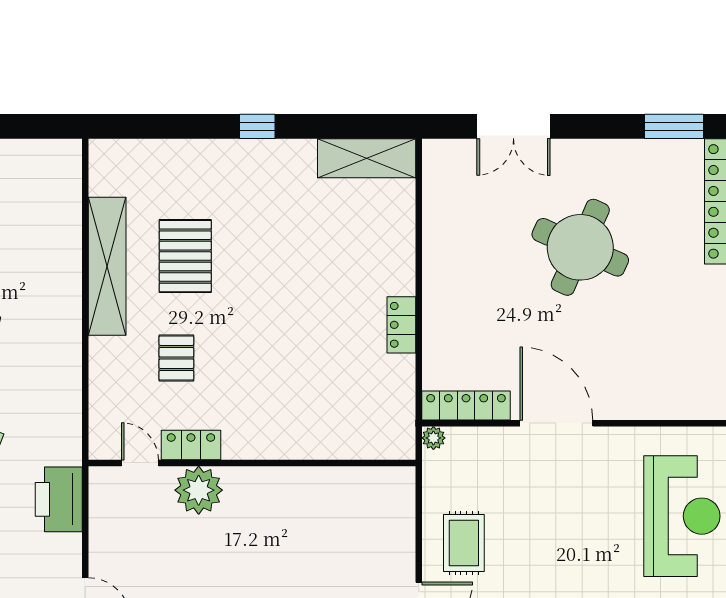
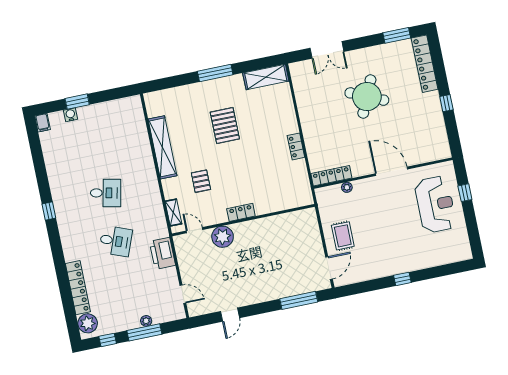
window: (257, 126) -> (215, 73), width x2.17
pallet: (185, 256) -> (225, 125), moved
shelving: (101, 414) -> (173, 213), added
door: (556, 423) -> (391, 171), moved
plant: (433, 438) -> (347, 187), moved
locker: (191, 445) -> (241, 212), moved

